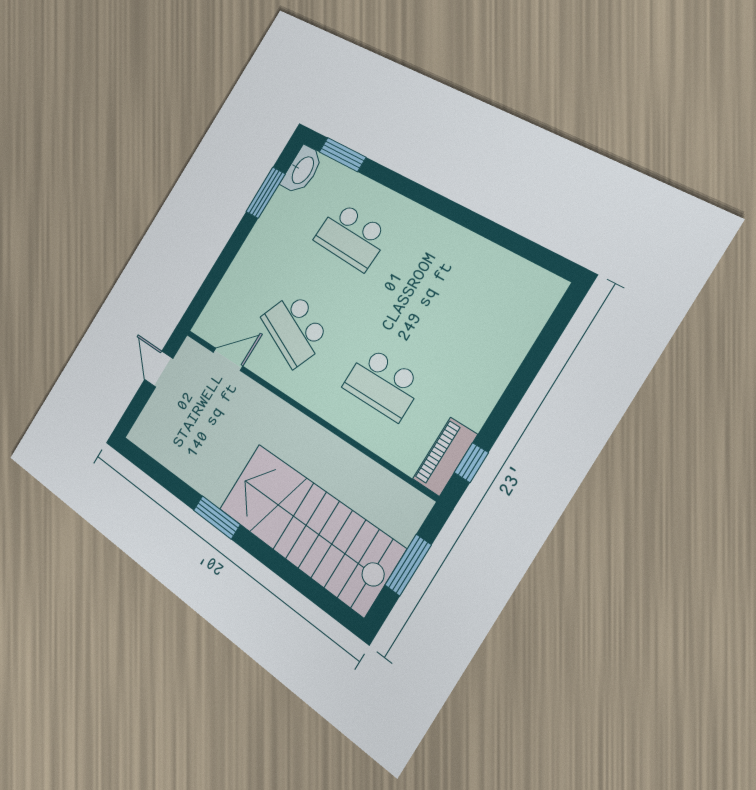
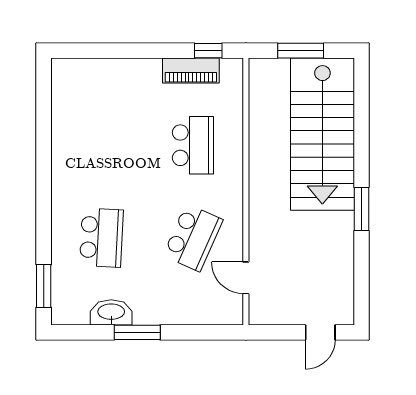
washbasin: (302, 170) -> (111, 312), moved
window: (266, 193) -> (137, 332), moved
door: (159, 369) -> (320, 332), moved
piano: (445, 457) -> (191, 70), moved

